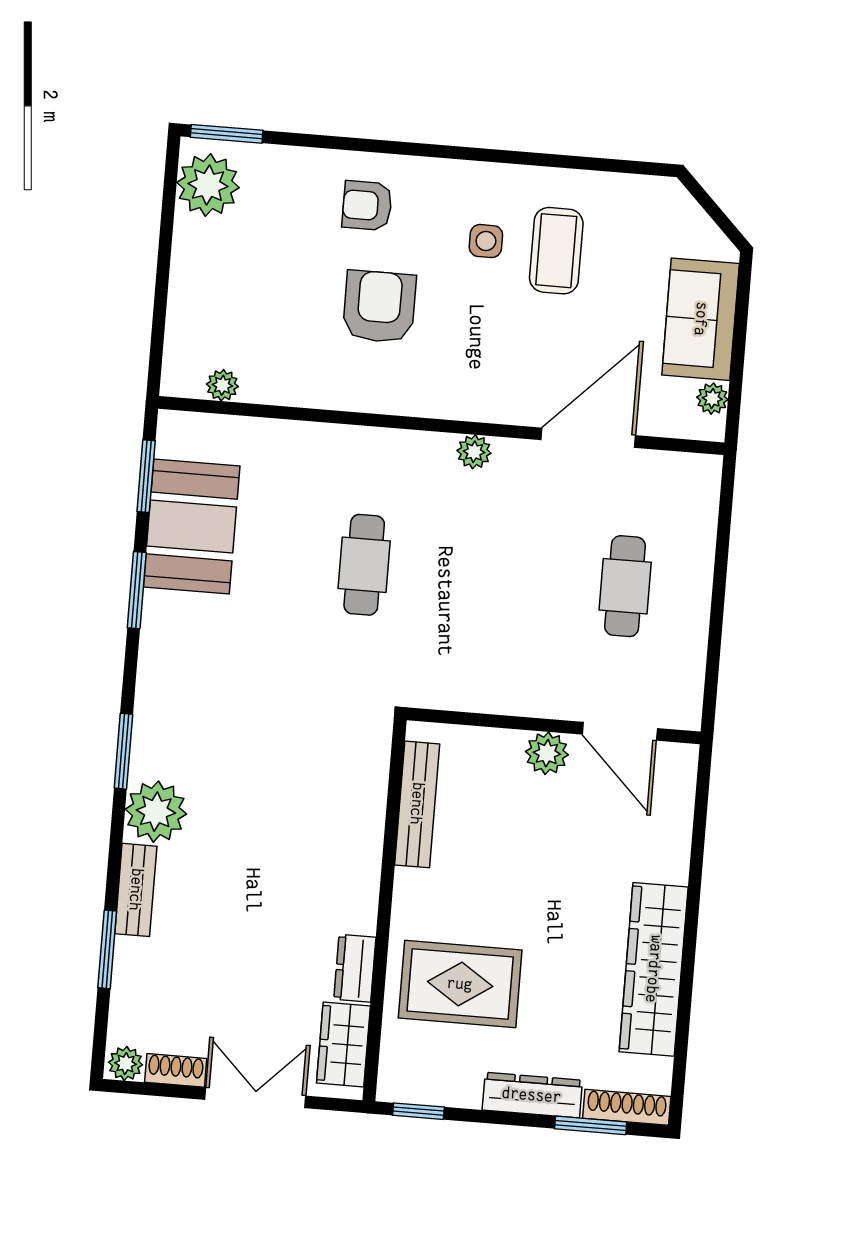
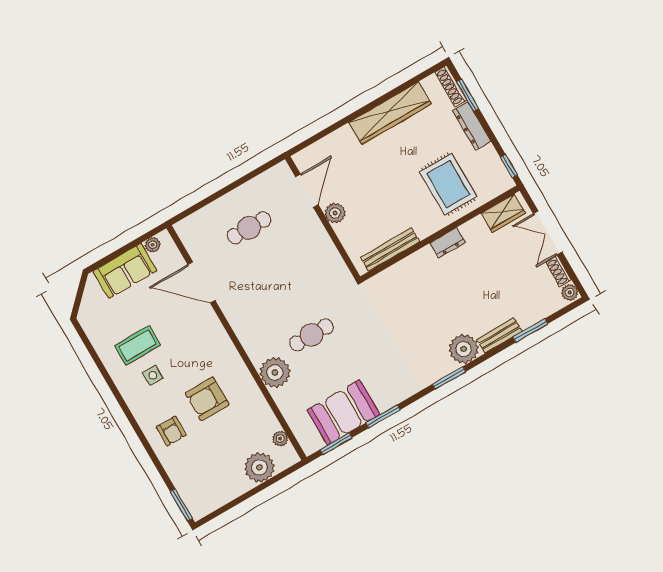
plant: (208, 185) -> (259, 467), moved
plant: (474, 452) -> (275, 372), moved, width x1.87, depth x1.87
dresser: (355, 968) -> (447, 243), moved

